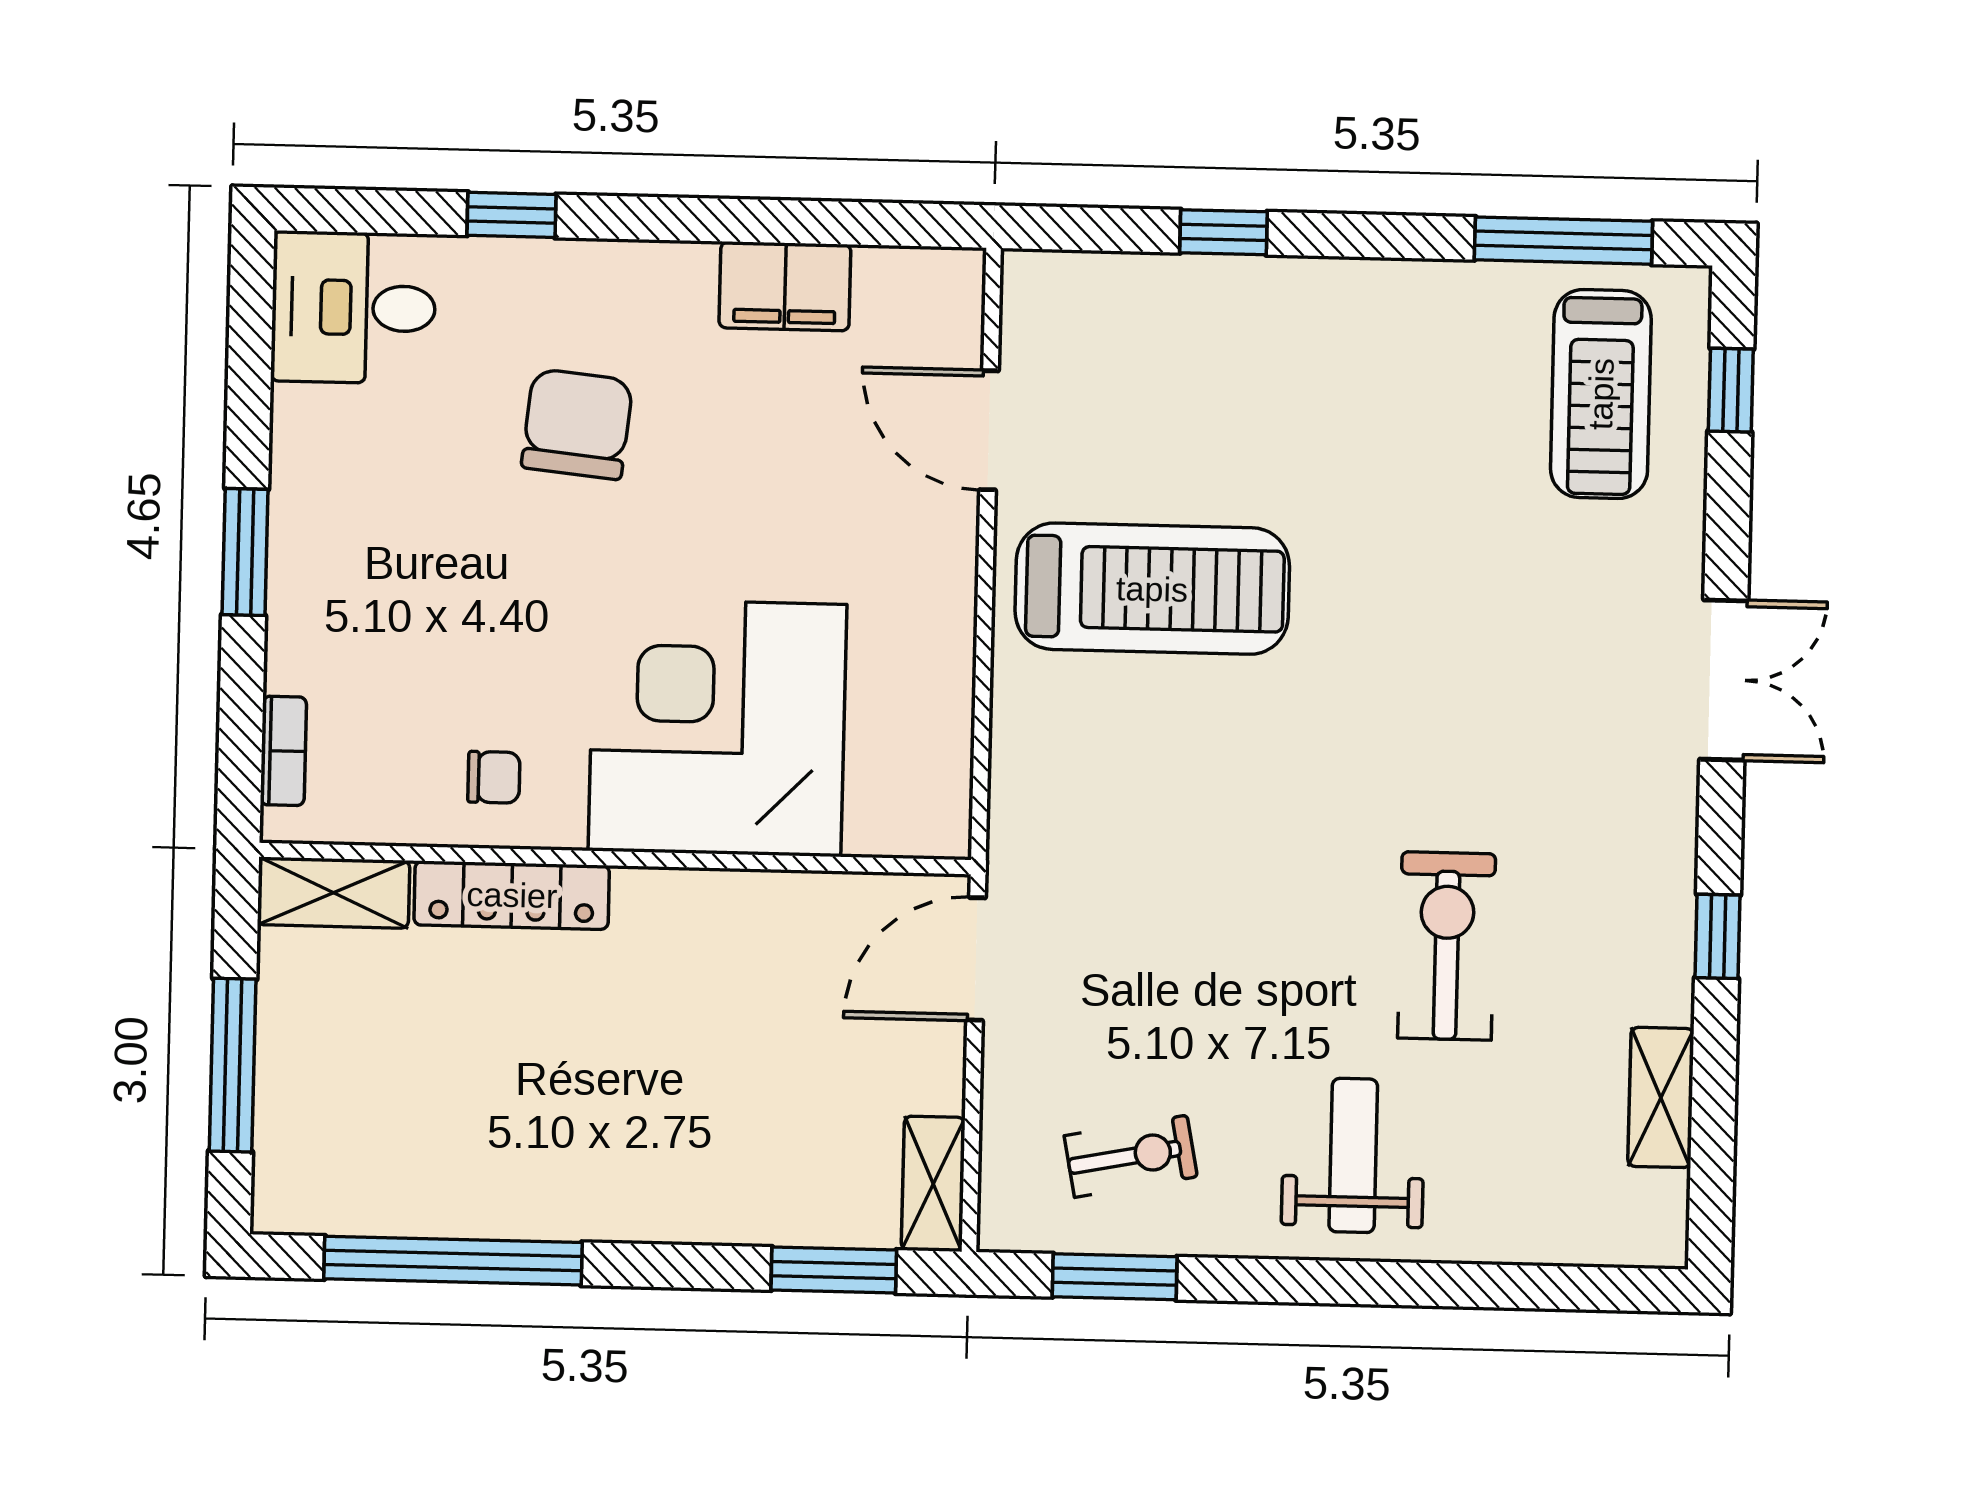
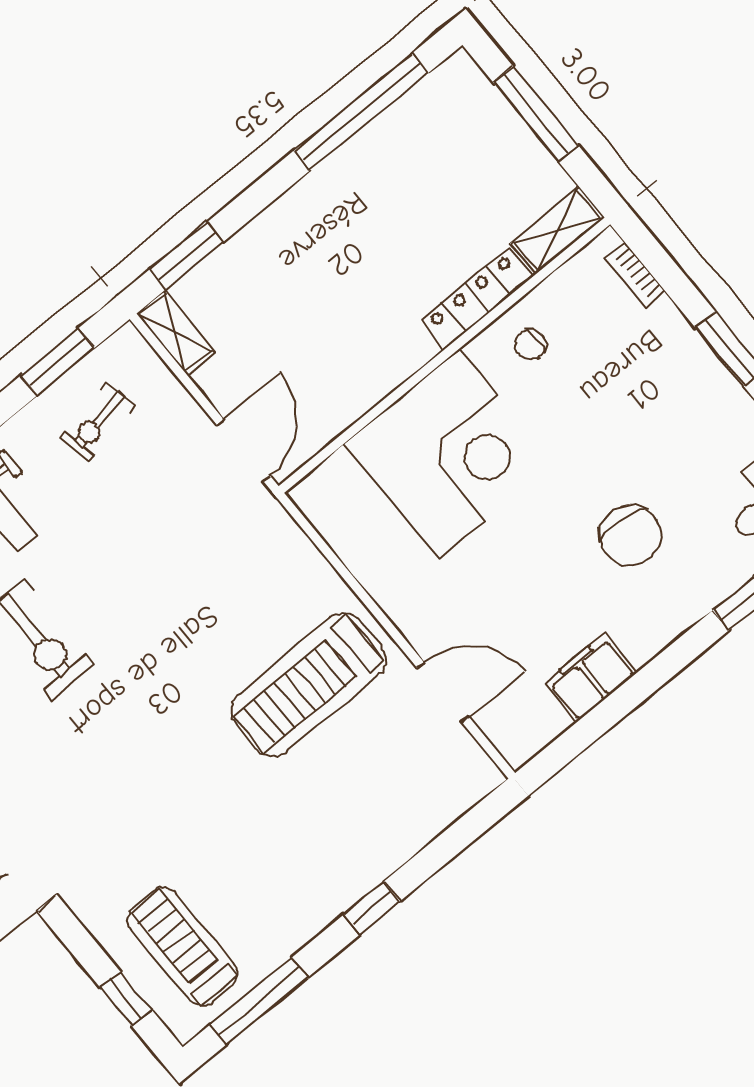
window: (1224, 232) -> (372, 908), moved

